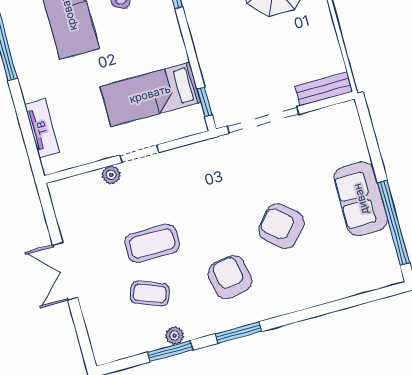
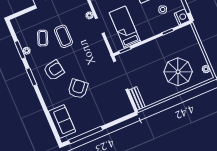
sofa: (361, 199) -> (62, 121), moved, turned 90

